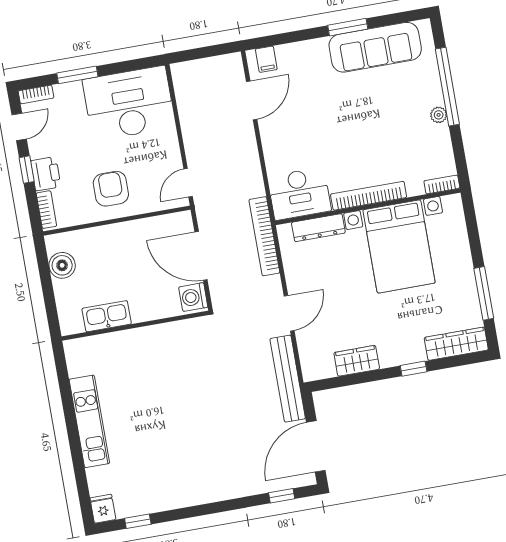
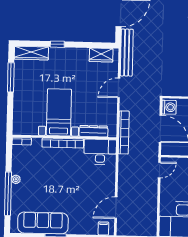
bed with nightstands: (399, 246) -> (59, 112), width x0.73
wardrobe: (357, 361) -> (101, 55), moved

